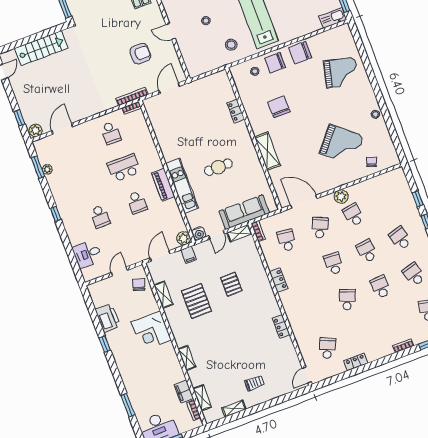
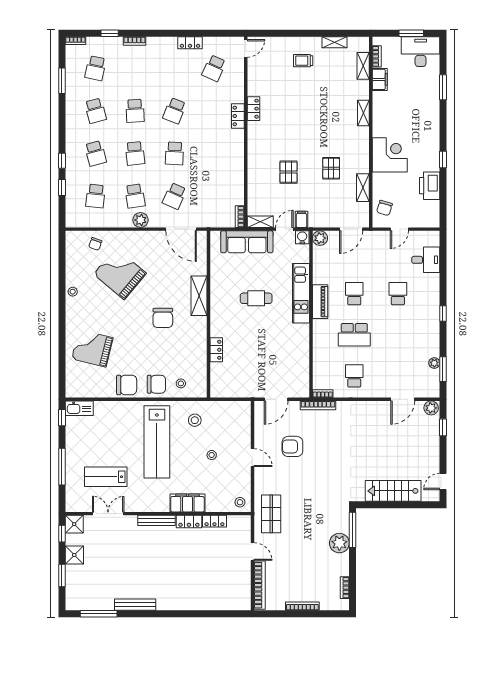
chair: (279, 107) -> (163, 318), moved
school desk: (287, 240) -> (95, 196), moved
filing cabinet: (189, 255) -> (301, 219), moved
locker: (279, 280) -> (238, 116), moved
pallet: (196, 301) -> (331, 168), width x0.67, depth x0.71

